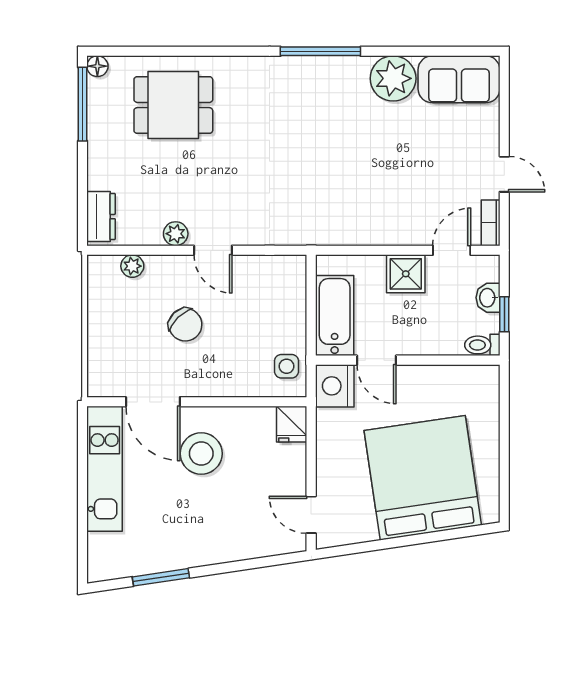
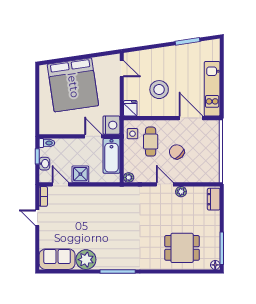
door: (452, 250) -> (60, 184), swing flipped
plant: (132, 266) -> (129, 177), moved
cafe table: (245, 348) -> (151, 142), added
stool: (201, 454) -> (159, 90), moved

